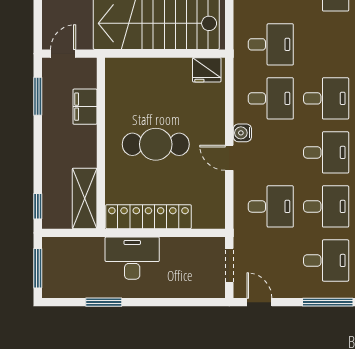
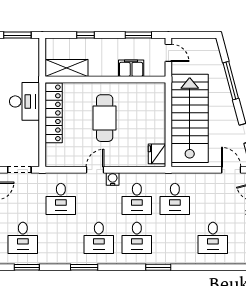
window: (38, 206) -> (85, 35), moved
desk: (326, 206) -> (61, 238), removed

